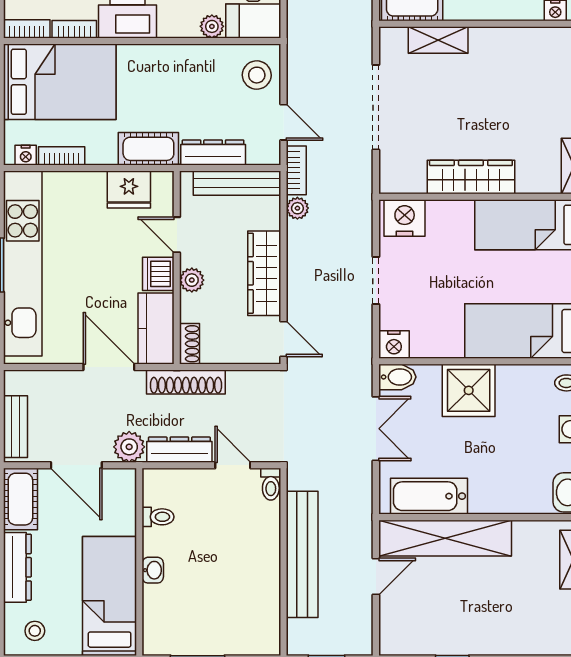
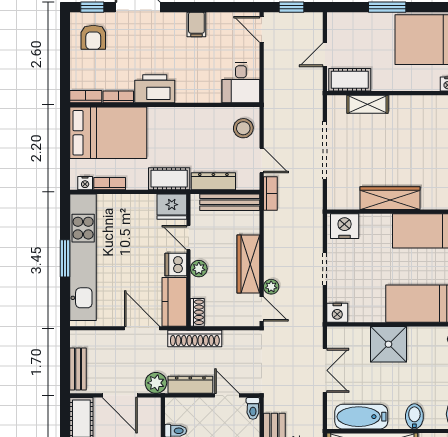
plant: (212, 26) -> (213, 95), removed
fridge: (129, 189) -> (172, 207), moved
plant: (297, 208) -> (271, 287), moved
bidet: (397, 377) -> (414, 416), moved, turned -90

